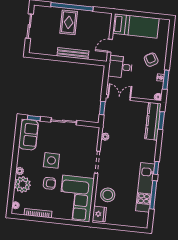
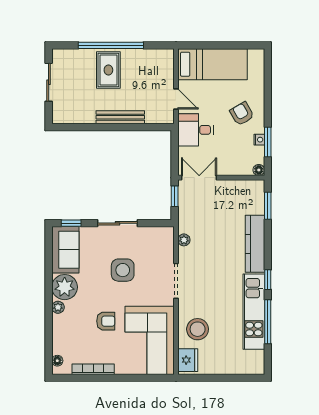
door: (110, 46) -> (176, 99), swing flipped
kitchen counter: (153, 121) -> (255, 244), moved
side table: (51, 160) -> (123, 270), moved
plant: (23, 184) -> (65, 287), moved

